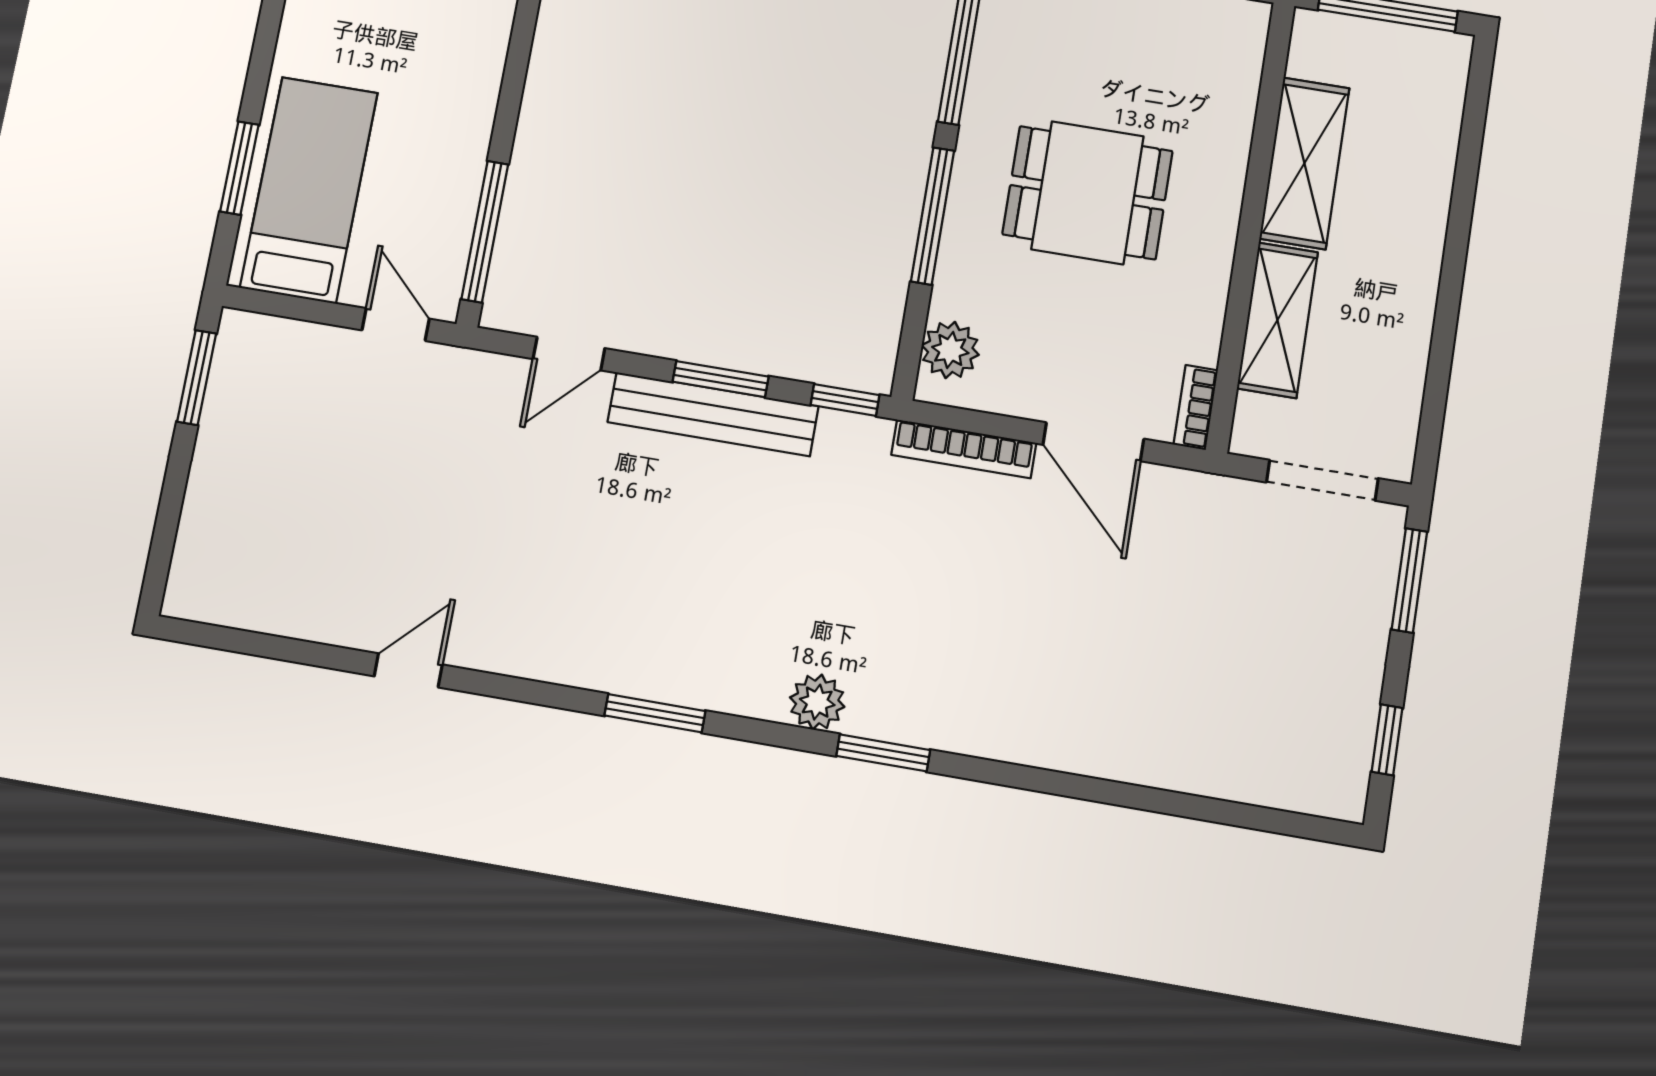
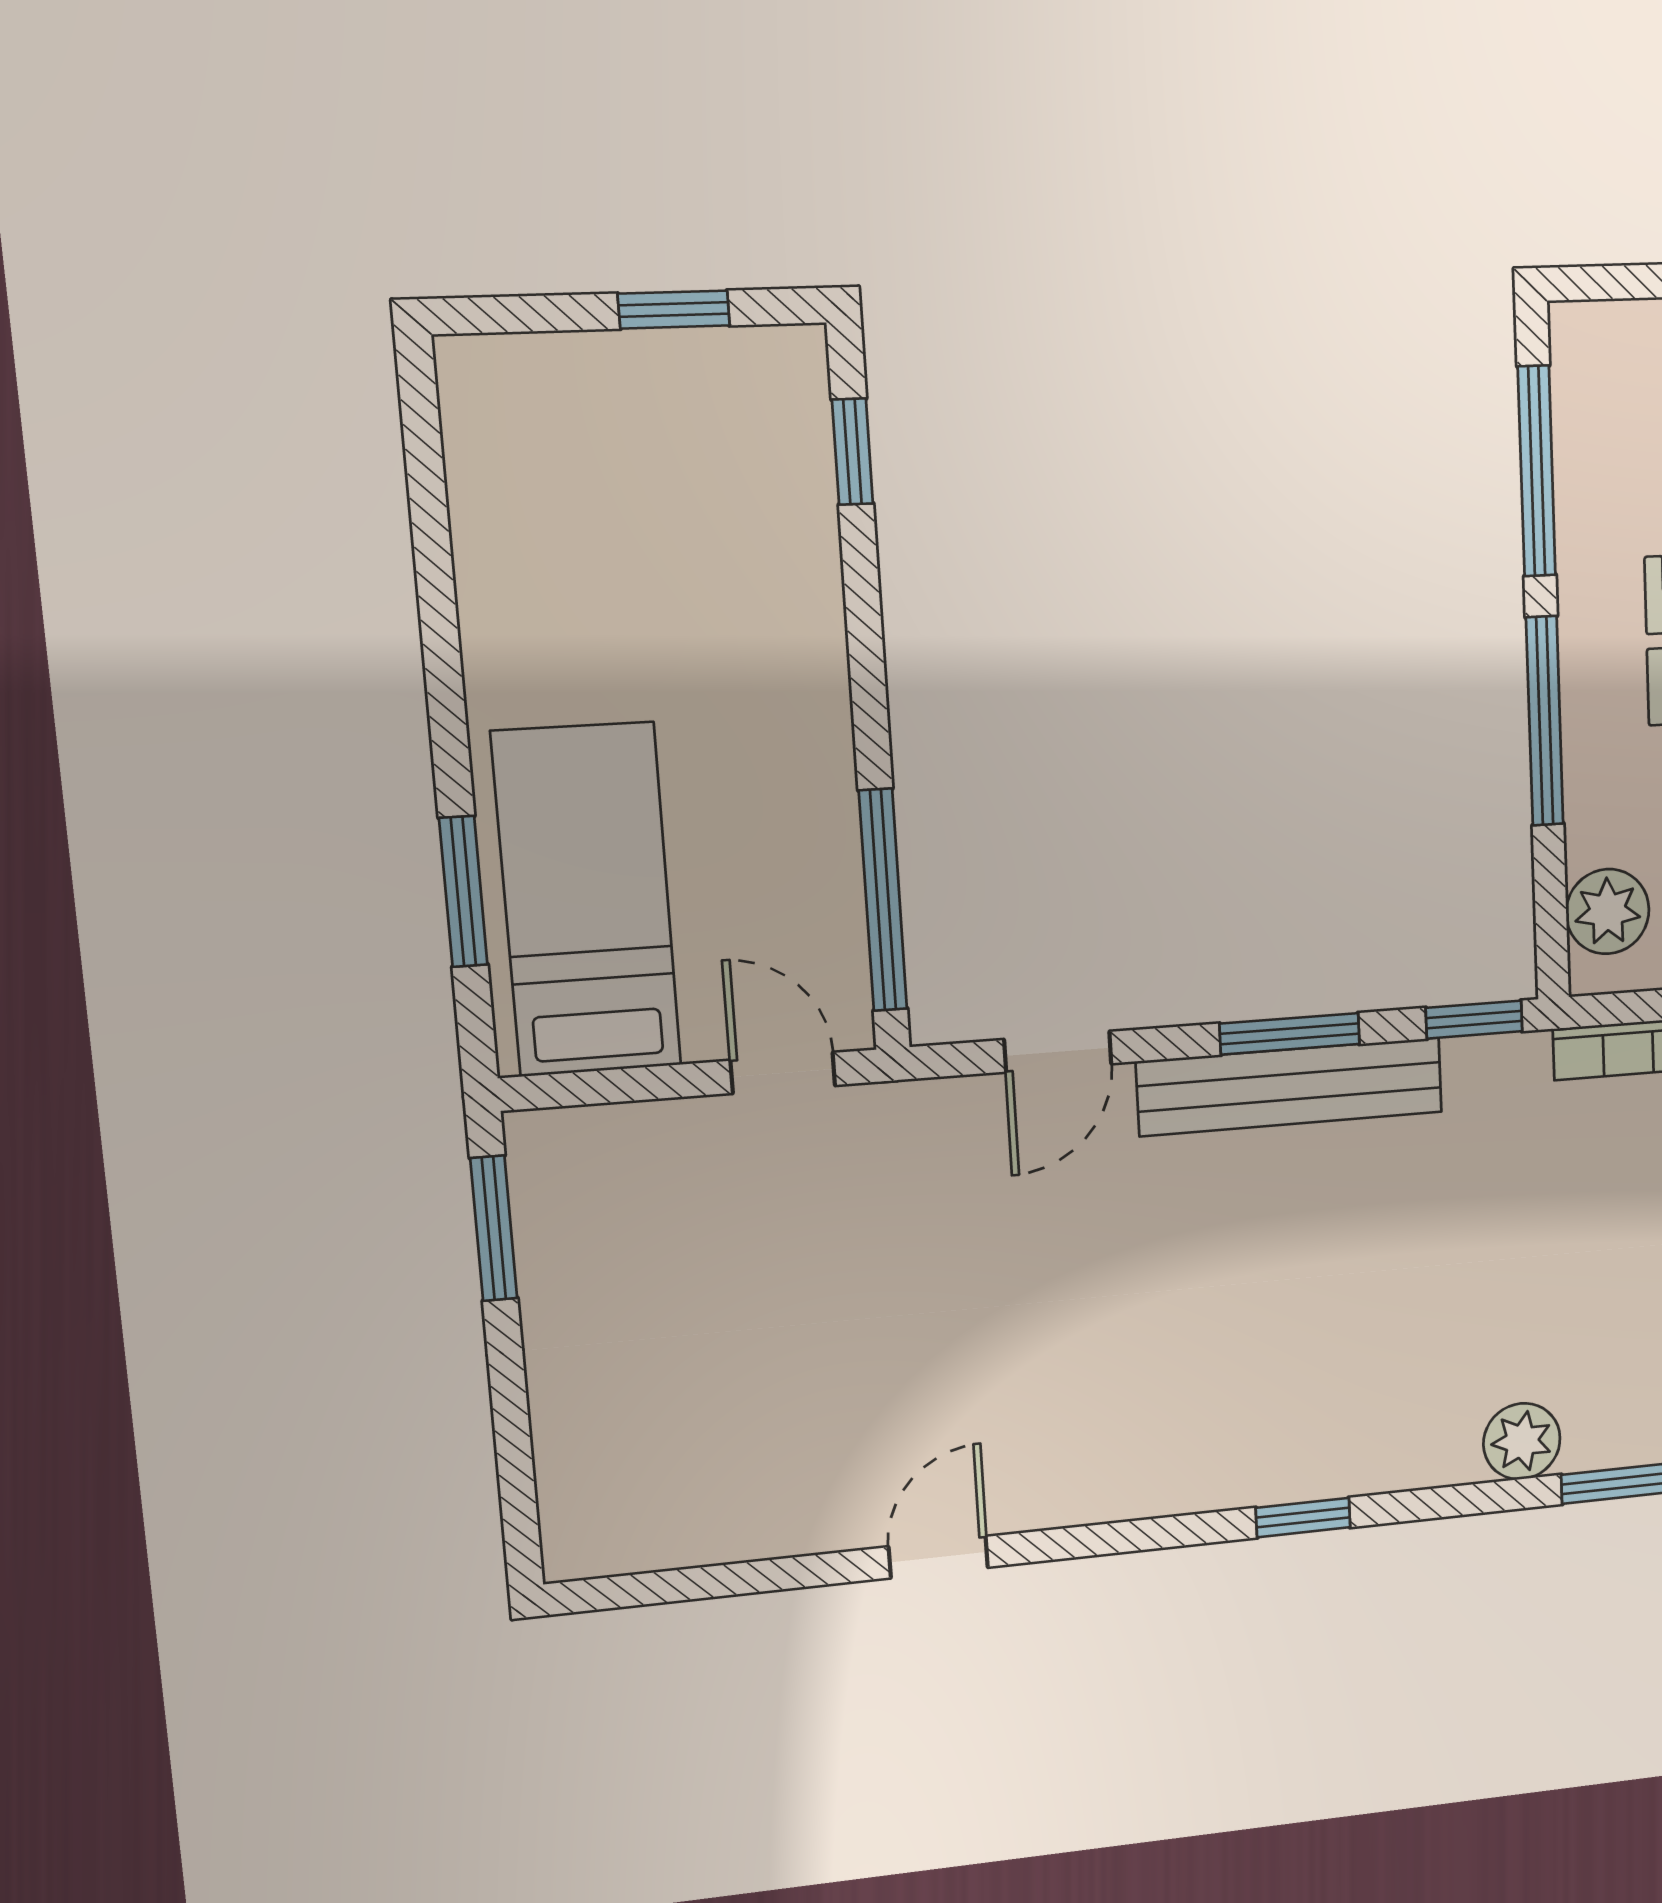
window: (655, 713) -> (1303, 1517), width x0.67

